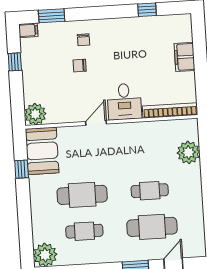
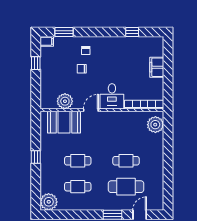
plant: (35, 114) -> (65, 101), moved
booth: (42, 151) -> (64, 122), moved, turned 90
plant: (188, 152) -> (155, 125), moved
window: (22, 169) -> (36, 157), moved
cafe table: (82, 195) -> (78, 161), width x0.73, depth x0.74

